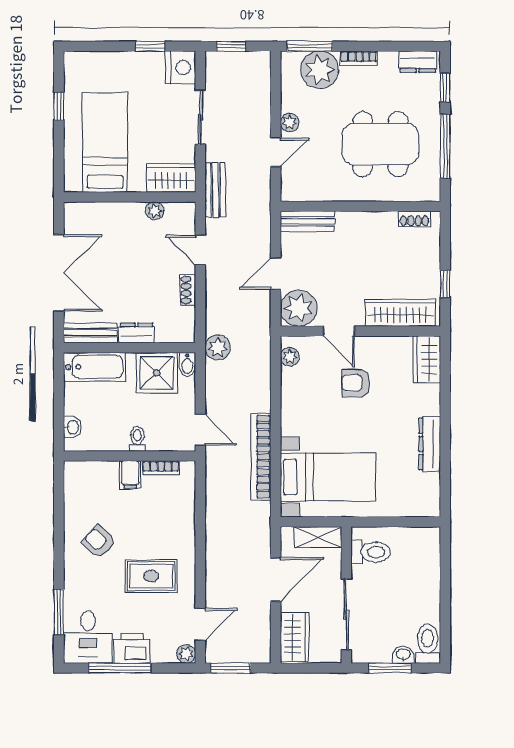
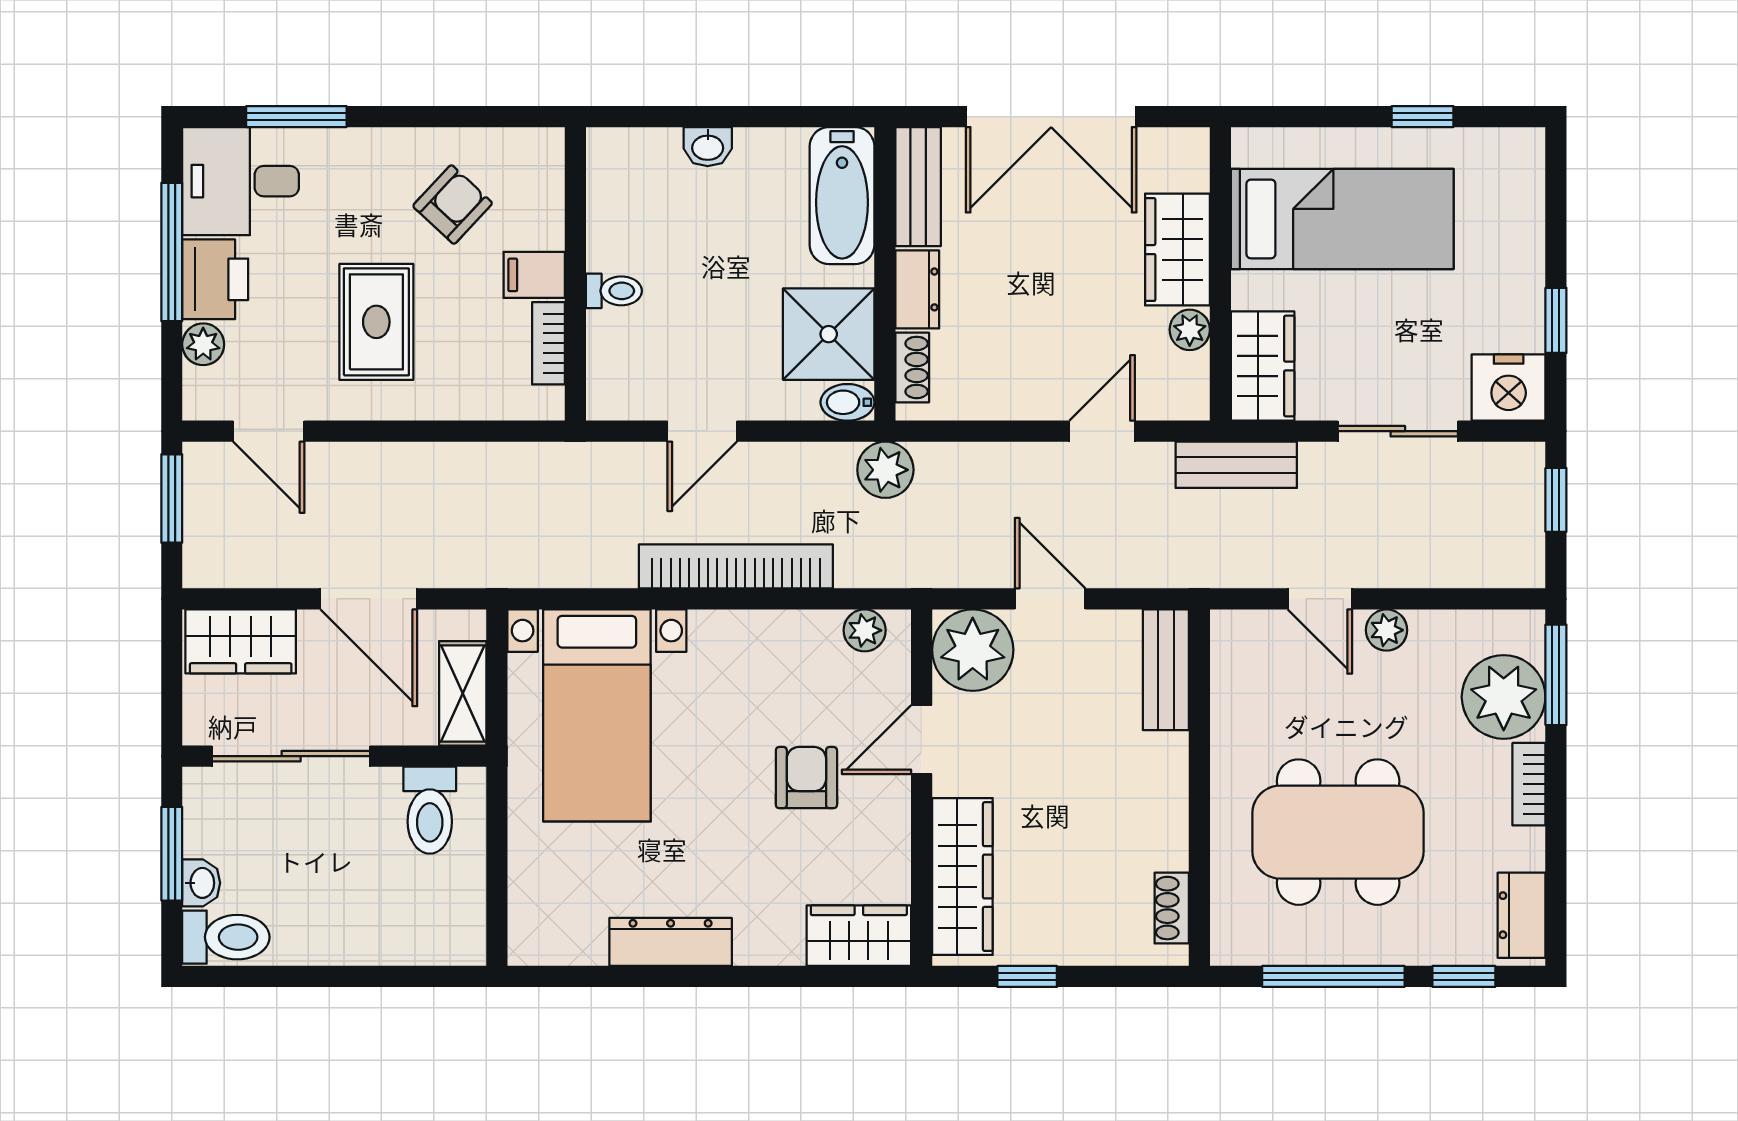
dining table: (380, 144) -> (1338, 832), turned 90
wardrobe: (119, 216) -> (1177, 250), added
shoe rack: (188, 290) -> (912, 367), moved, turned 90
toilet: (137, 439) -> (614, 291), moved
wall: (130, 456) -> (575, 274), moved
bookcase: (261, 457) -> (736, 566), moved
bookcase: (161, 468) -> (549, 343), moved
filing cabinet: (130, 475) -> (534, 275), moved
plant: (186, 654) -> (203, 344), moved

